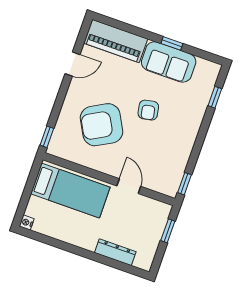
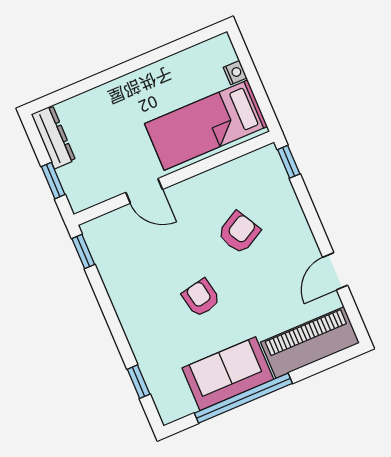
window: (172, 43) -> (243, 398), width x3.17
armchair: (101, 125) -> (239, 232), width x0.53, depth x0.53
nightstand: (27, 222) -> (235, 73), moved
dresser: (115, 252) -> (53, 137), moved, turned -90

